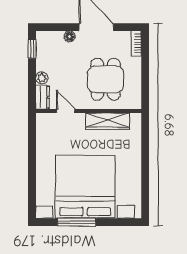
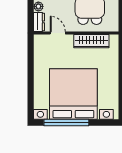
window: (76, 222) -> (66, 122), width x1.46

